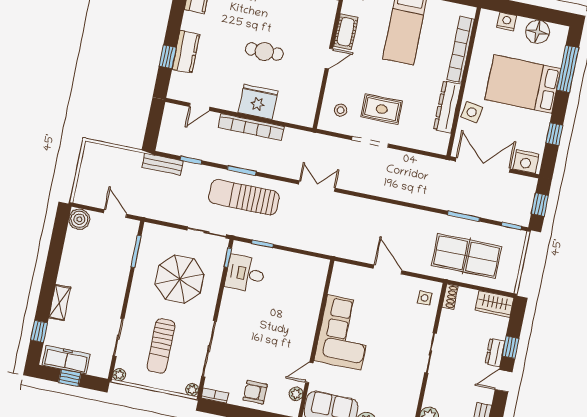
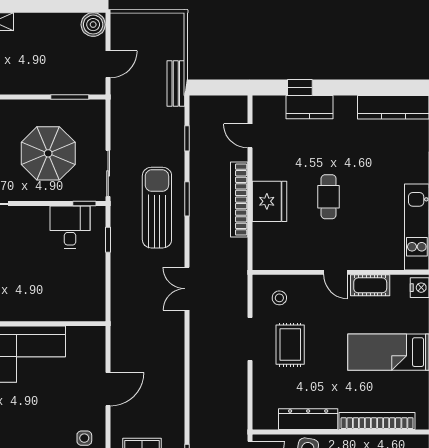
bench: (163, 164) -> (176, 83), moved
double door: (317, 186) -> (187, 289), swing flipped

